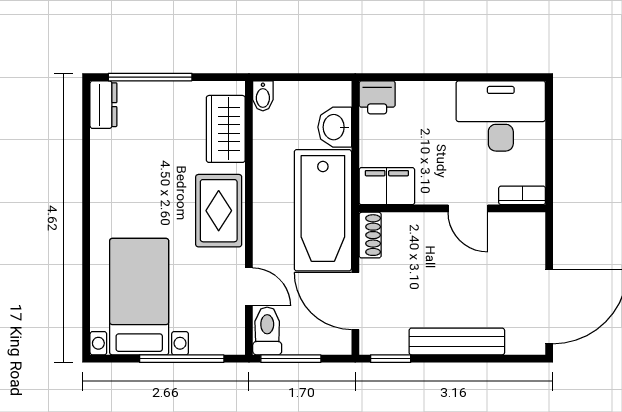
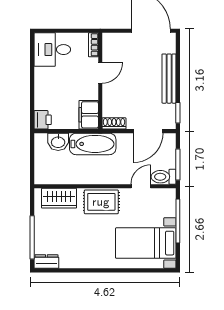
bidet: (263, 96) -> (42, 179), removed
desk: (501, 116) -> (52, 50), width x0.73
bathtub: (323, 210) -> (93, 144), width x0.73, depth x0.73

